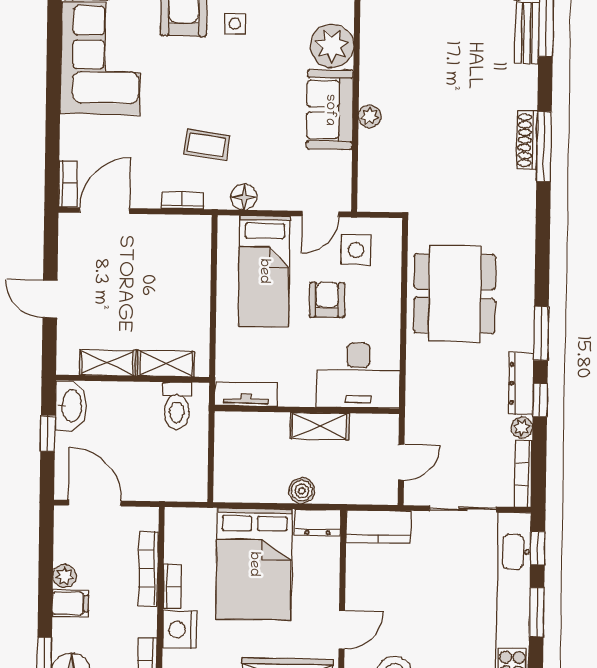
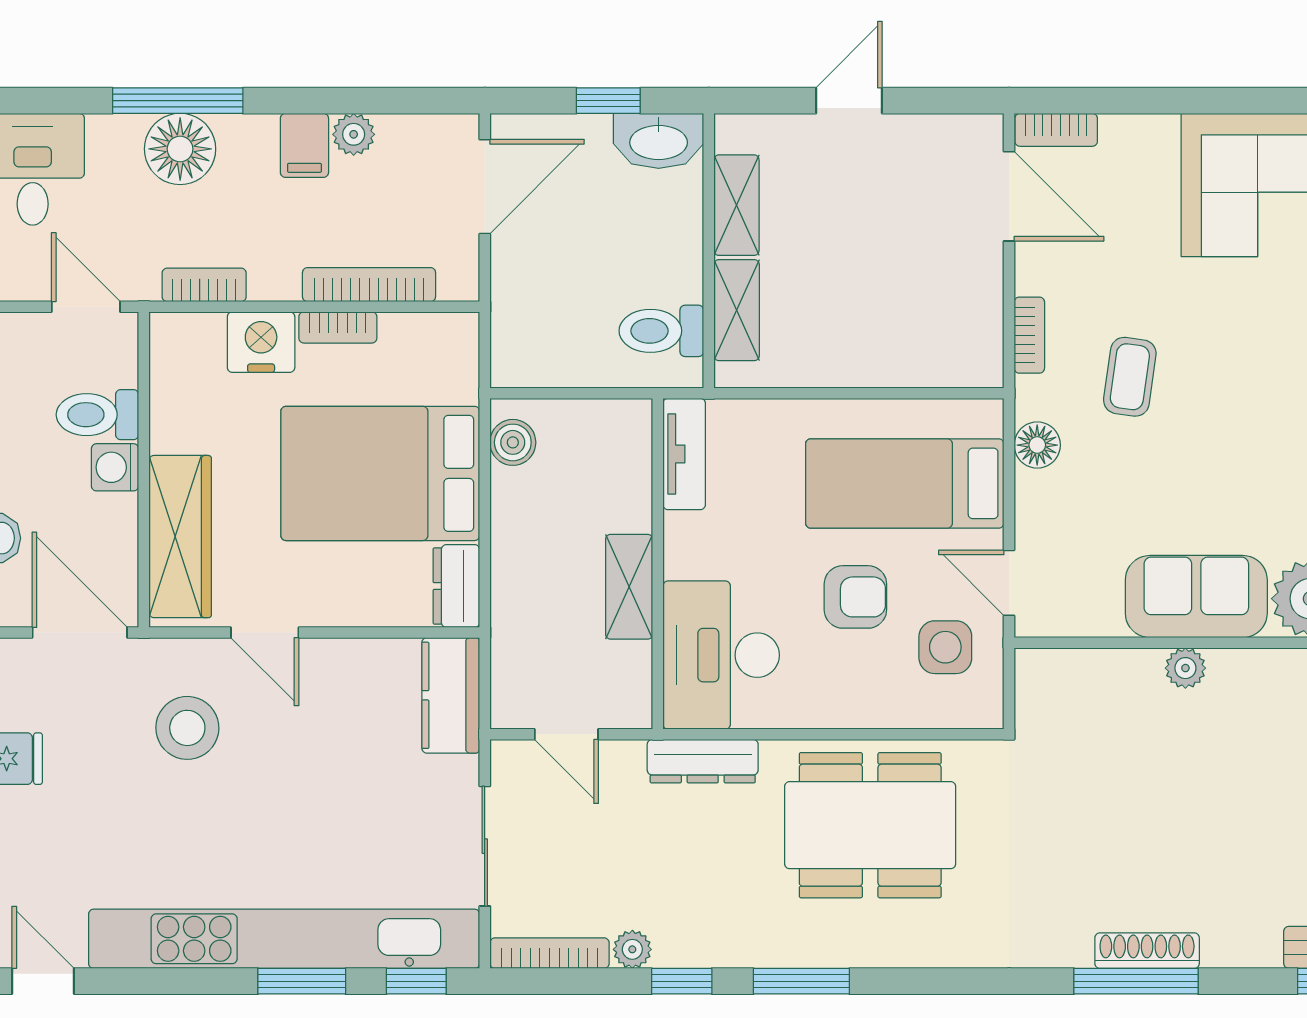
dresser: (521, 383) -> (703, 761), moved, turned 180
boiler: (302, 491) -> (513, 442), moved

